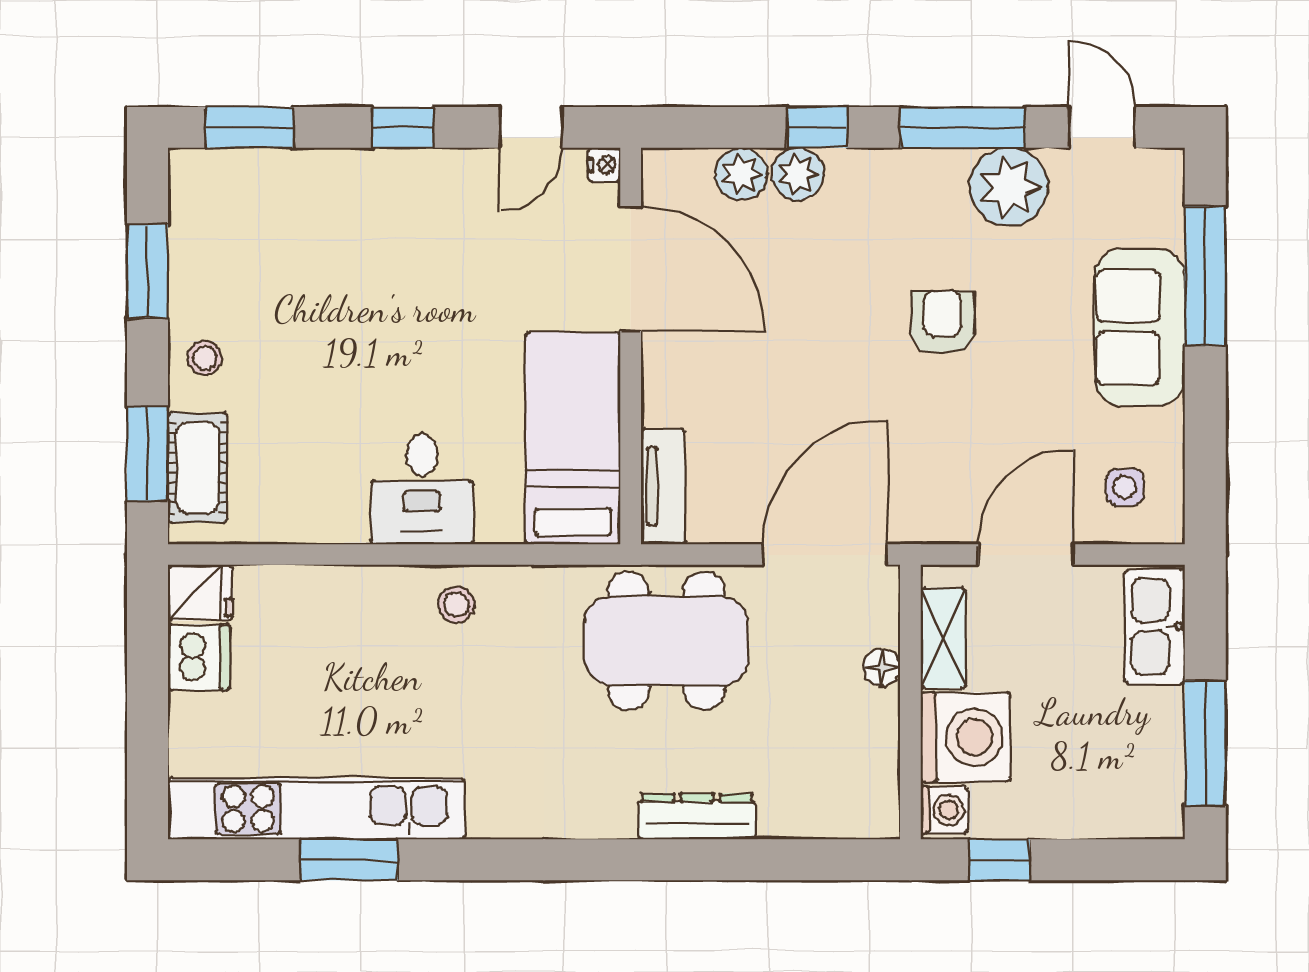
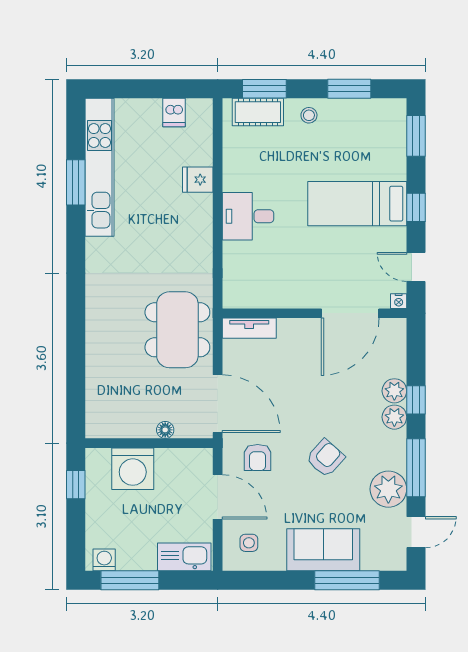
plant: (741, 174) -> (394, 417), moved
armchair: (942, 323) -> (325, 458), turned -48
bed: (573, 438) -> (357, 204), moved, turned 180
armchair: (941, 468) -> (258, 457), added
fridge: (200, 593) -> (198, 180), moved, turned 90
stool: (456, 605) -> (194, 232), removed
shelving: (943, 638) -> (179, 458), removed
dishwasher: (199, 657) -> (174, 113), width x0.73
washing machine: (944, 810) -> (104, 560), moved, turned 180
dresser: (697, 816) -> (96, 344), removed

